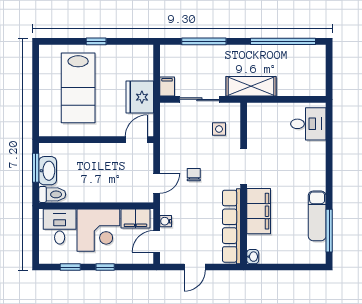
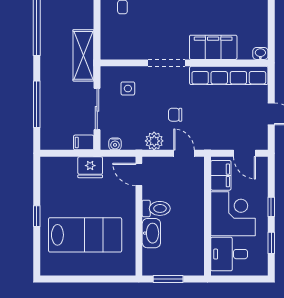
fridge: (140, 97) -> (90, 167), width x0.73, depth x0.75
plant: (168, 154) -> (154, 141), added
washbasin: (48, 171) -> (151, 233), moved, turned 90
toilet: (52, 194) -> (156, 208), moved, turned 90
water cooler: (166, 221) -> (115, 144), moved

